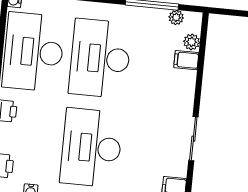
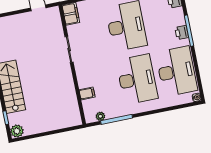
plant: (192, 42) -> (87, 105), removed

